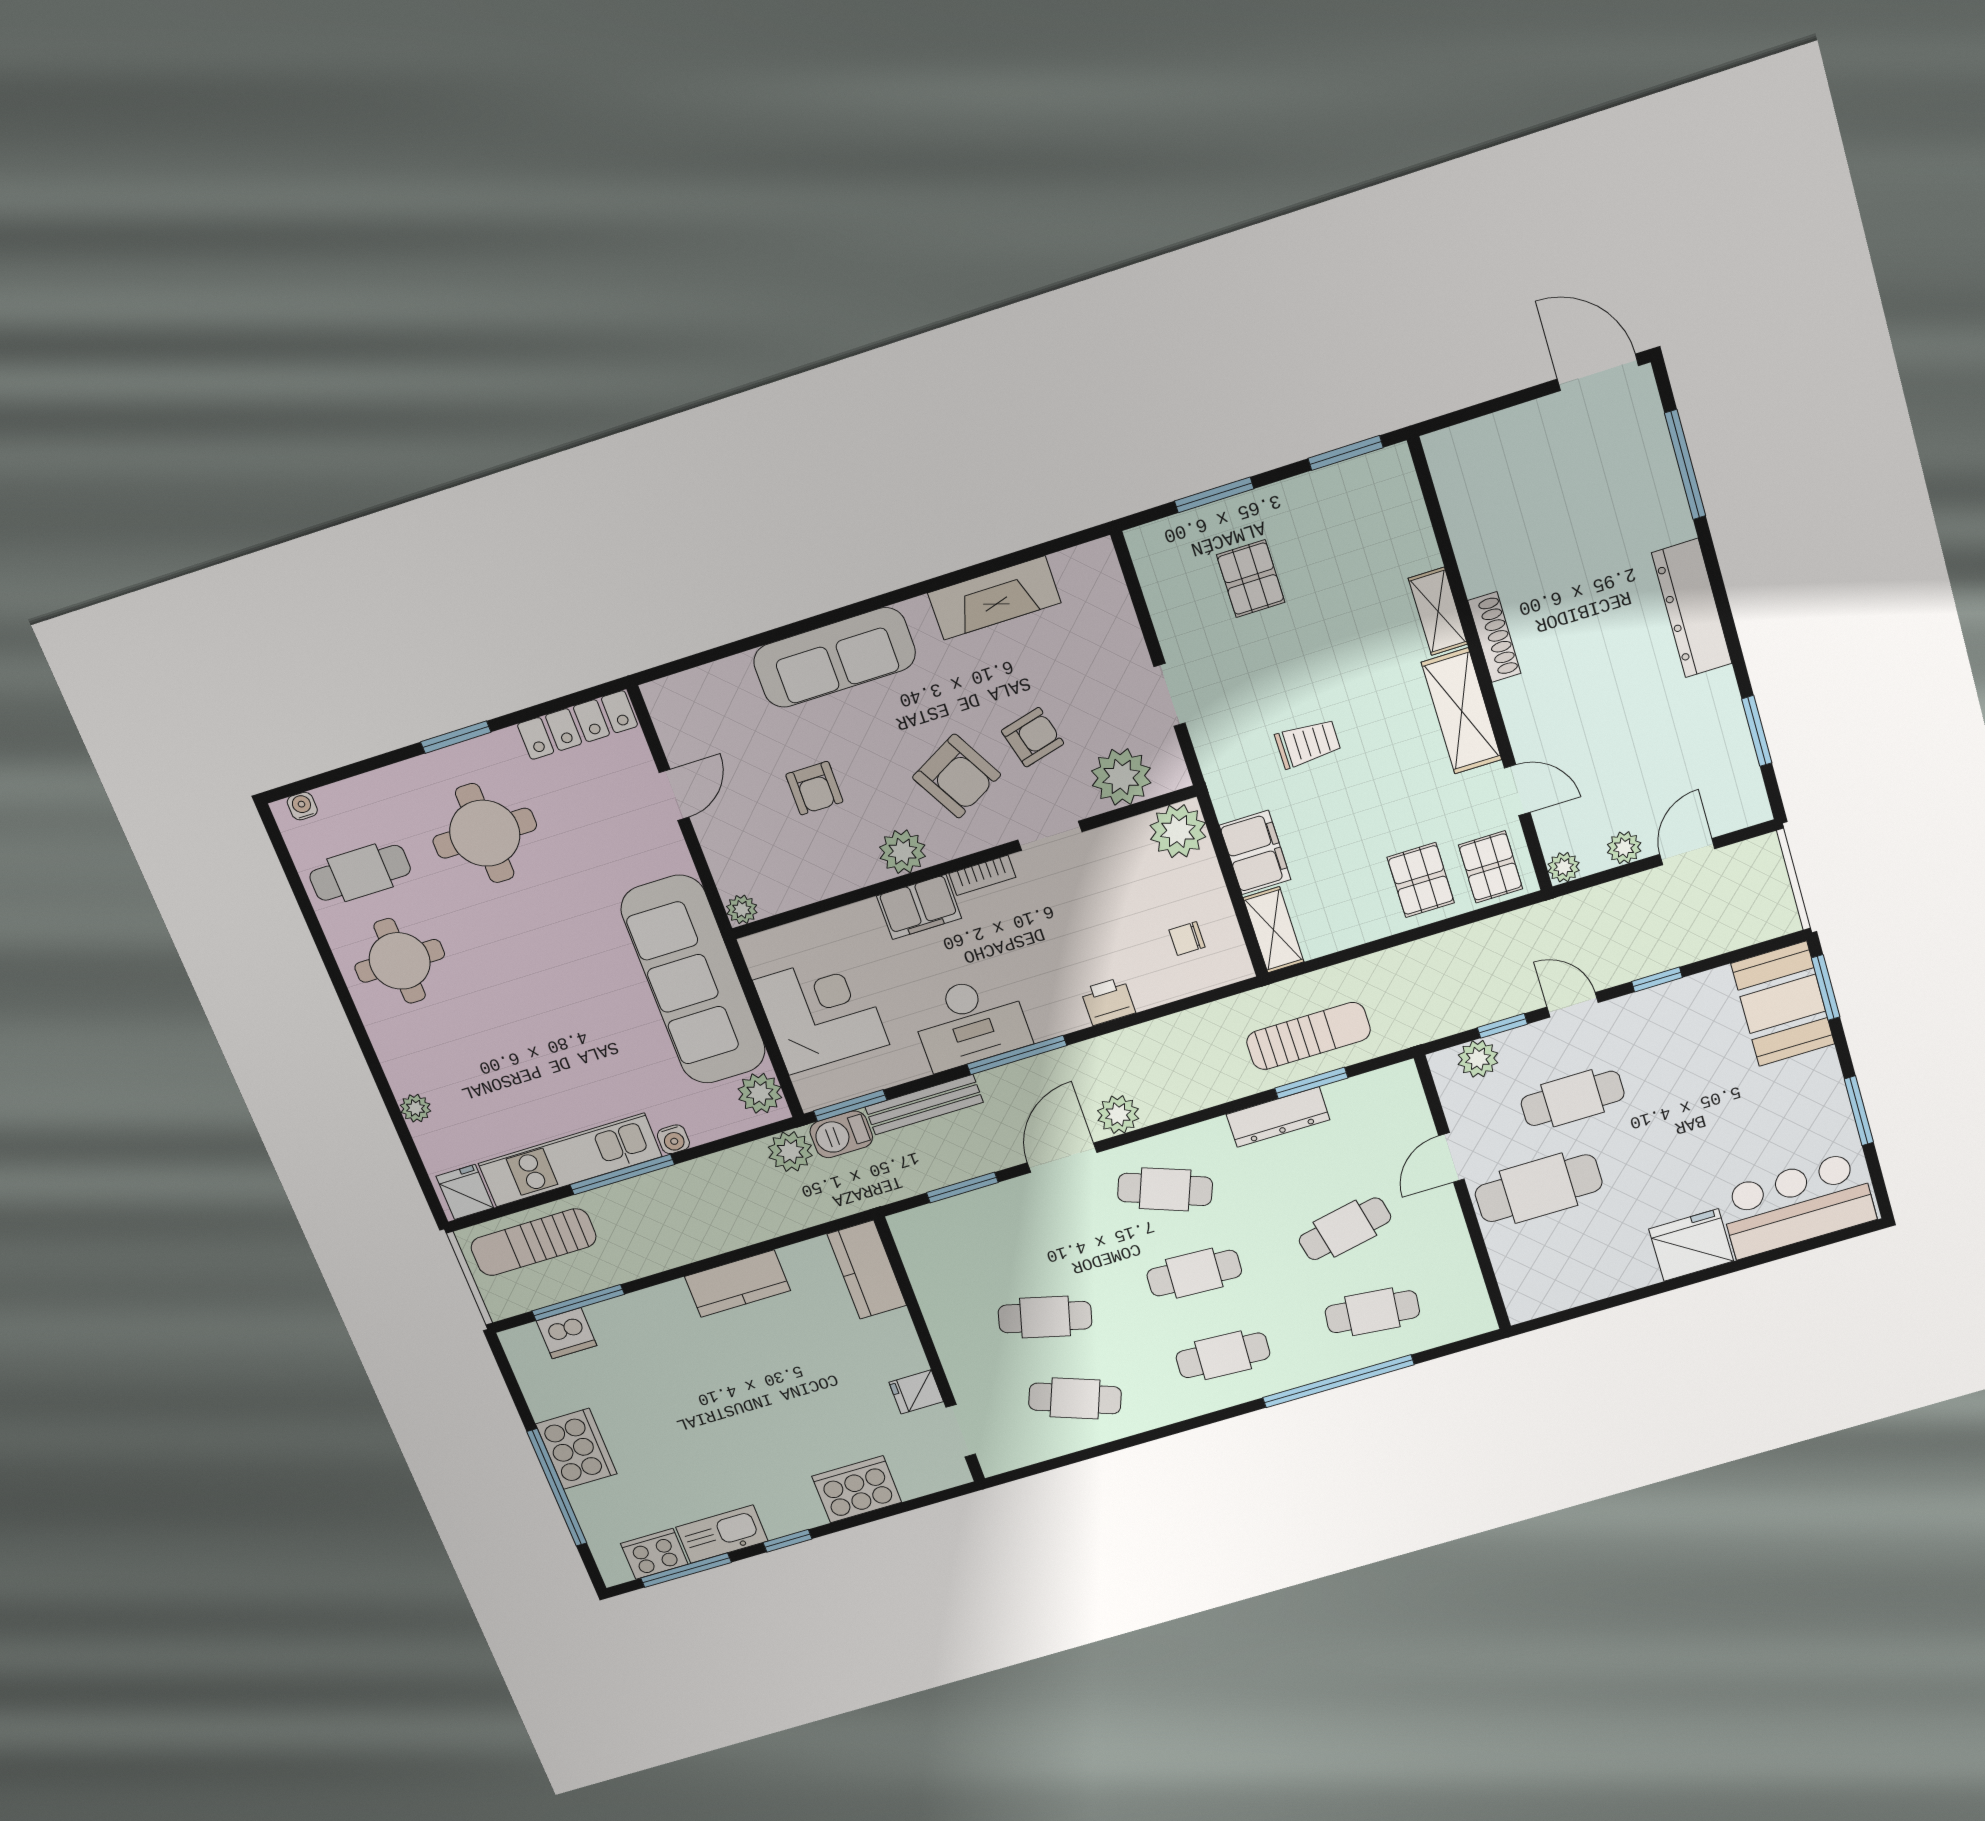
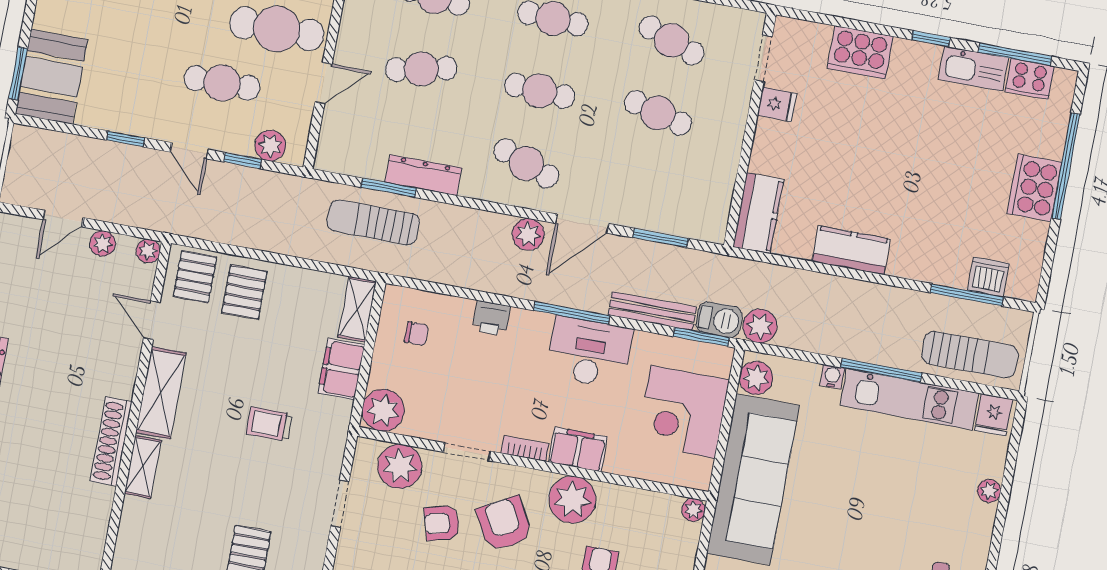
shoe rack: (1494, 637) -> (111, 441), width x1.36, depth x1.24
plant: (902, 852) -> (572, 500), width x1.36, depth x1.36

